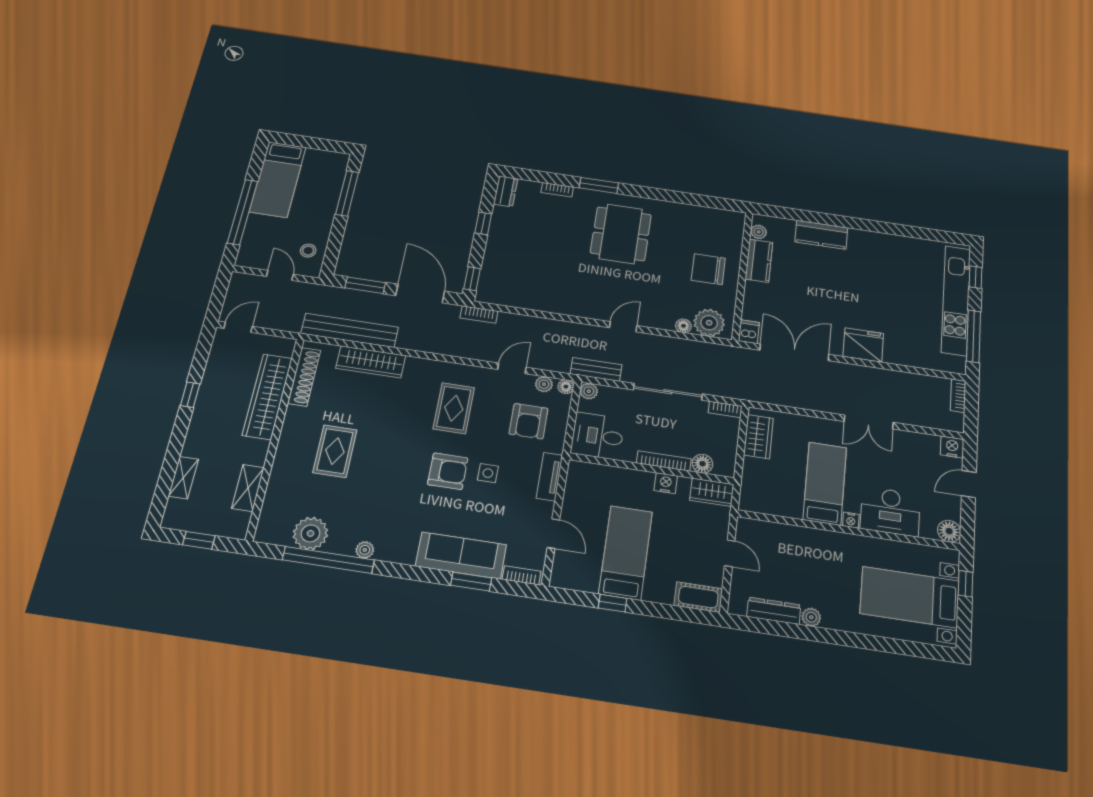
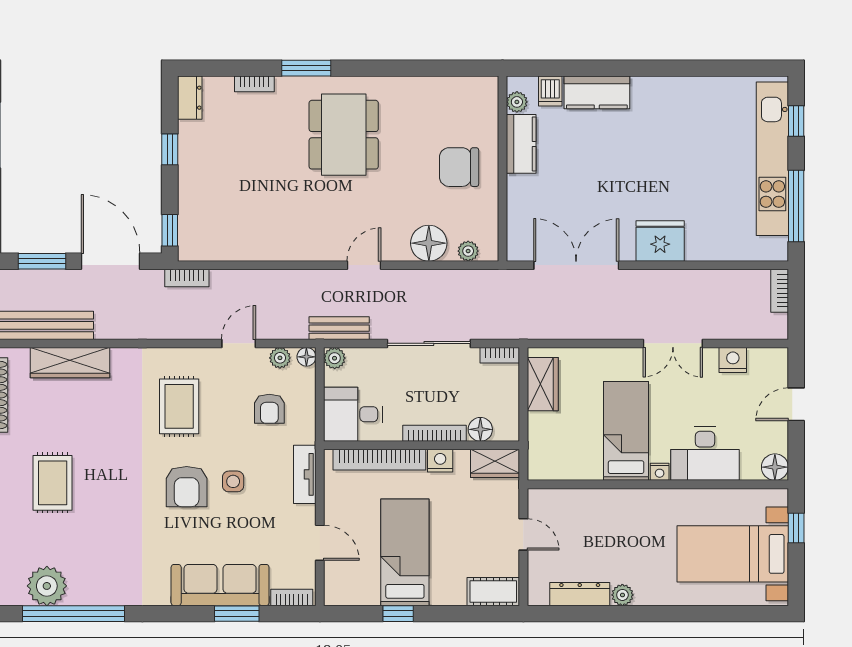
plant: (709, 323) -> (468, 251), width x0.53, depth x0.53
floor lamp: (683, 326) -> (429, 243), width x1.89, depth x1.89
dishwasher: (749, 332) -> (550, 91), moved, turned 180
armchair: (529, 421) -> (269, 409), width x0.72, depth x0.72
nightstand: (952, 447) -> (733, 360), moved
armchair: (448, 471) -> (187, 487), turned 90
bookcase: (614, 475) -> (379, 460), added
plant: (365, 550) -> (111, 596), removed

